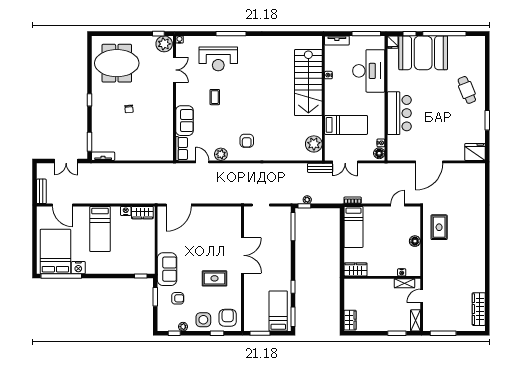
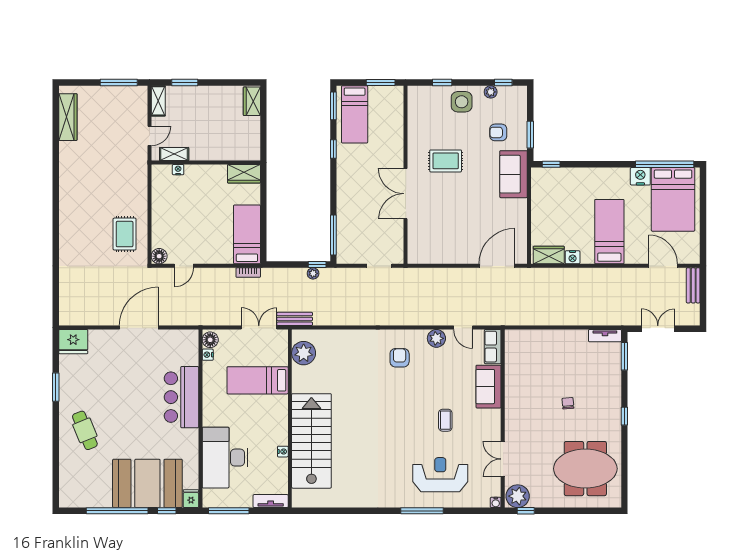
floor lamp: (415, 241) -> (159, 256), moved
armchair: (228, 318) -> (427, 105), removed

